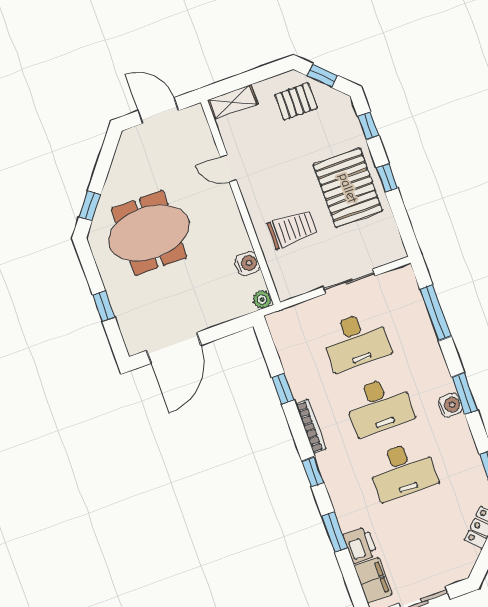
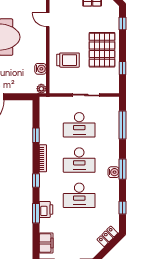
window: (387, 178) -> (123, 68), moved
printer: (360, 545) -> (46, 209), moved

